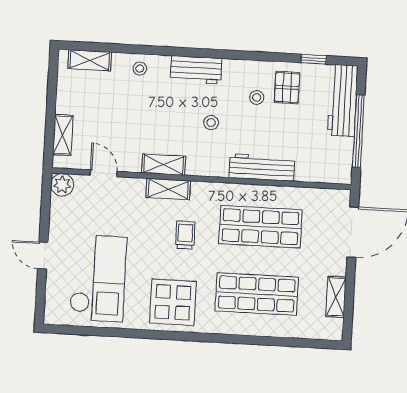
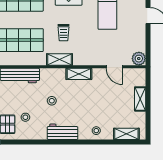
shelving: (63, 135) -> (140, 99), moved
shelving: (168, 189) -> (59, 59), moved

